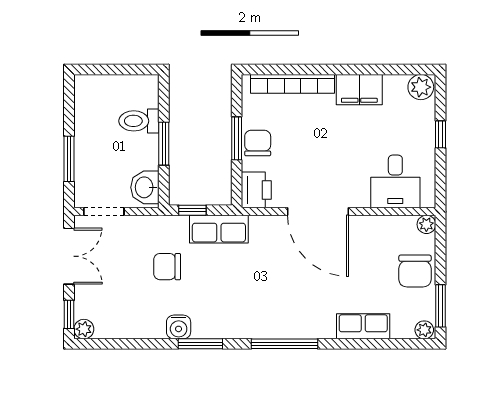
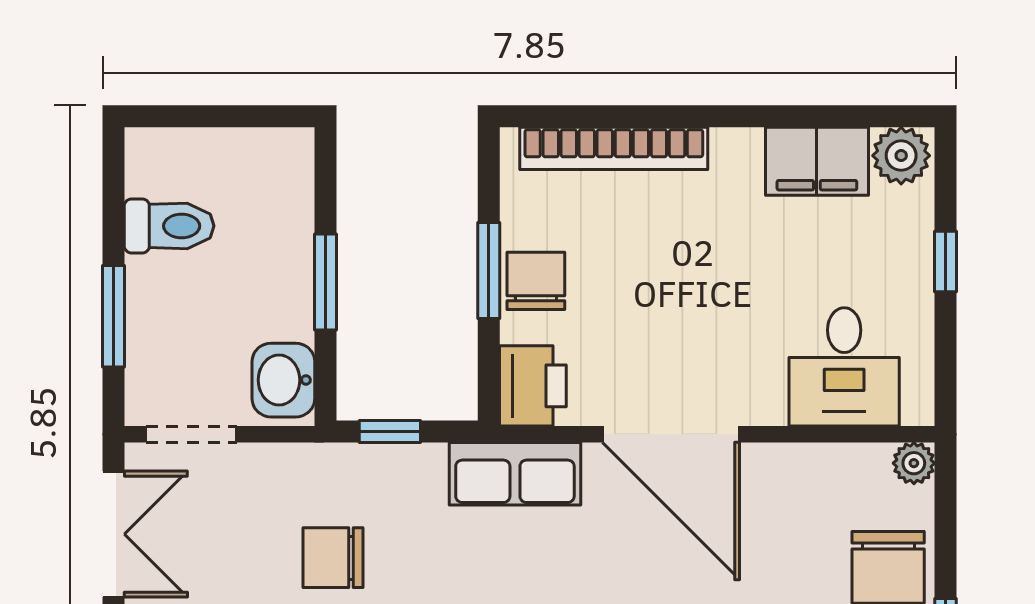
filing cabinet: (359, 90) -> (817, 161), moved
toilet: (139, 121) -> (169, 226), moved, turned 180
row of seats: (219, 229) -> (515, 474), moved

